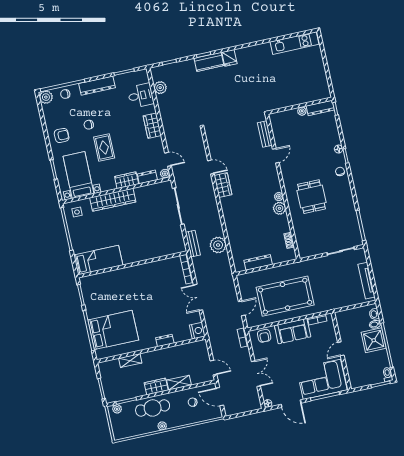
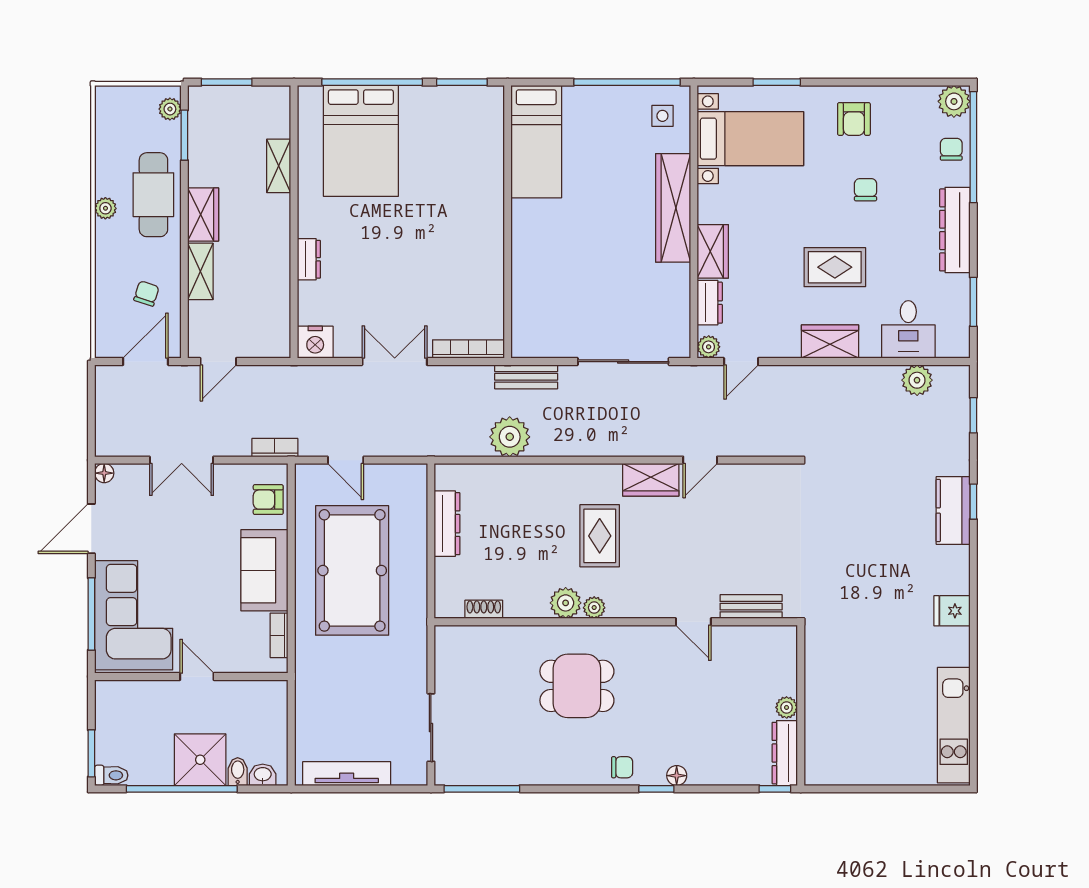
fridge: (229, 58) -> (952, 611), moved
rug: (104, 147) -> (835, 267), moved
rug: (250, 201) -> (600, 536), added

